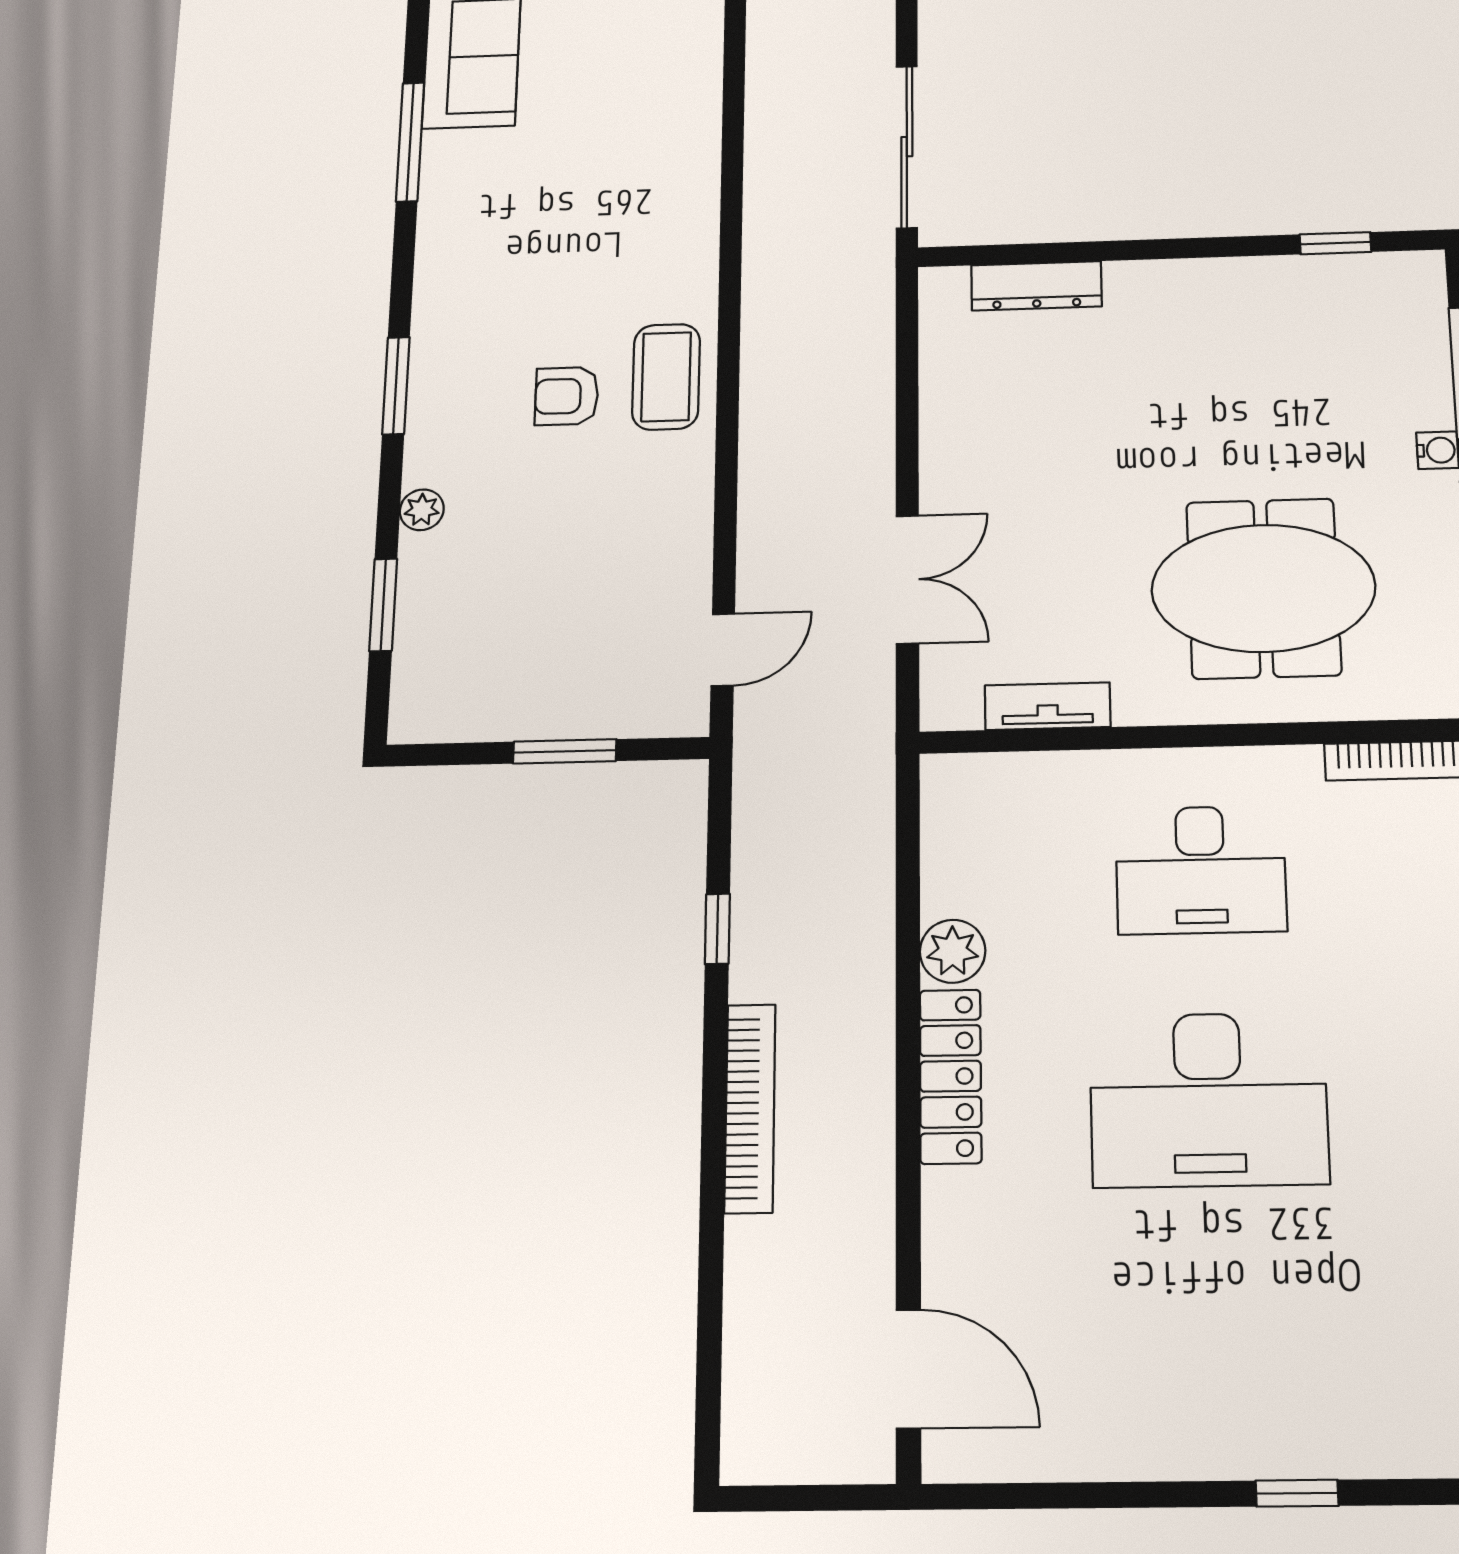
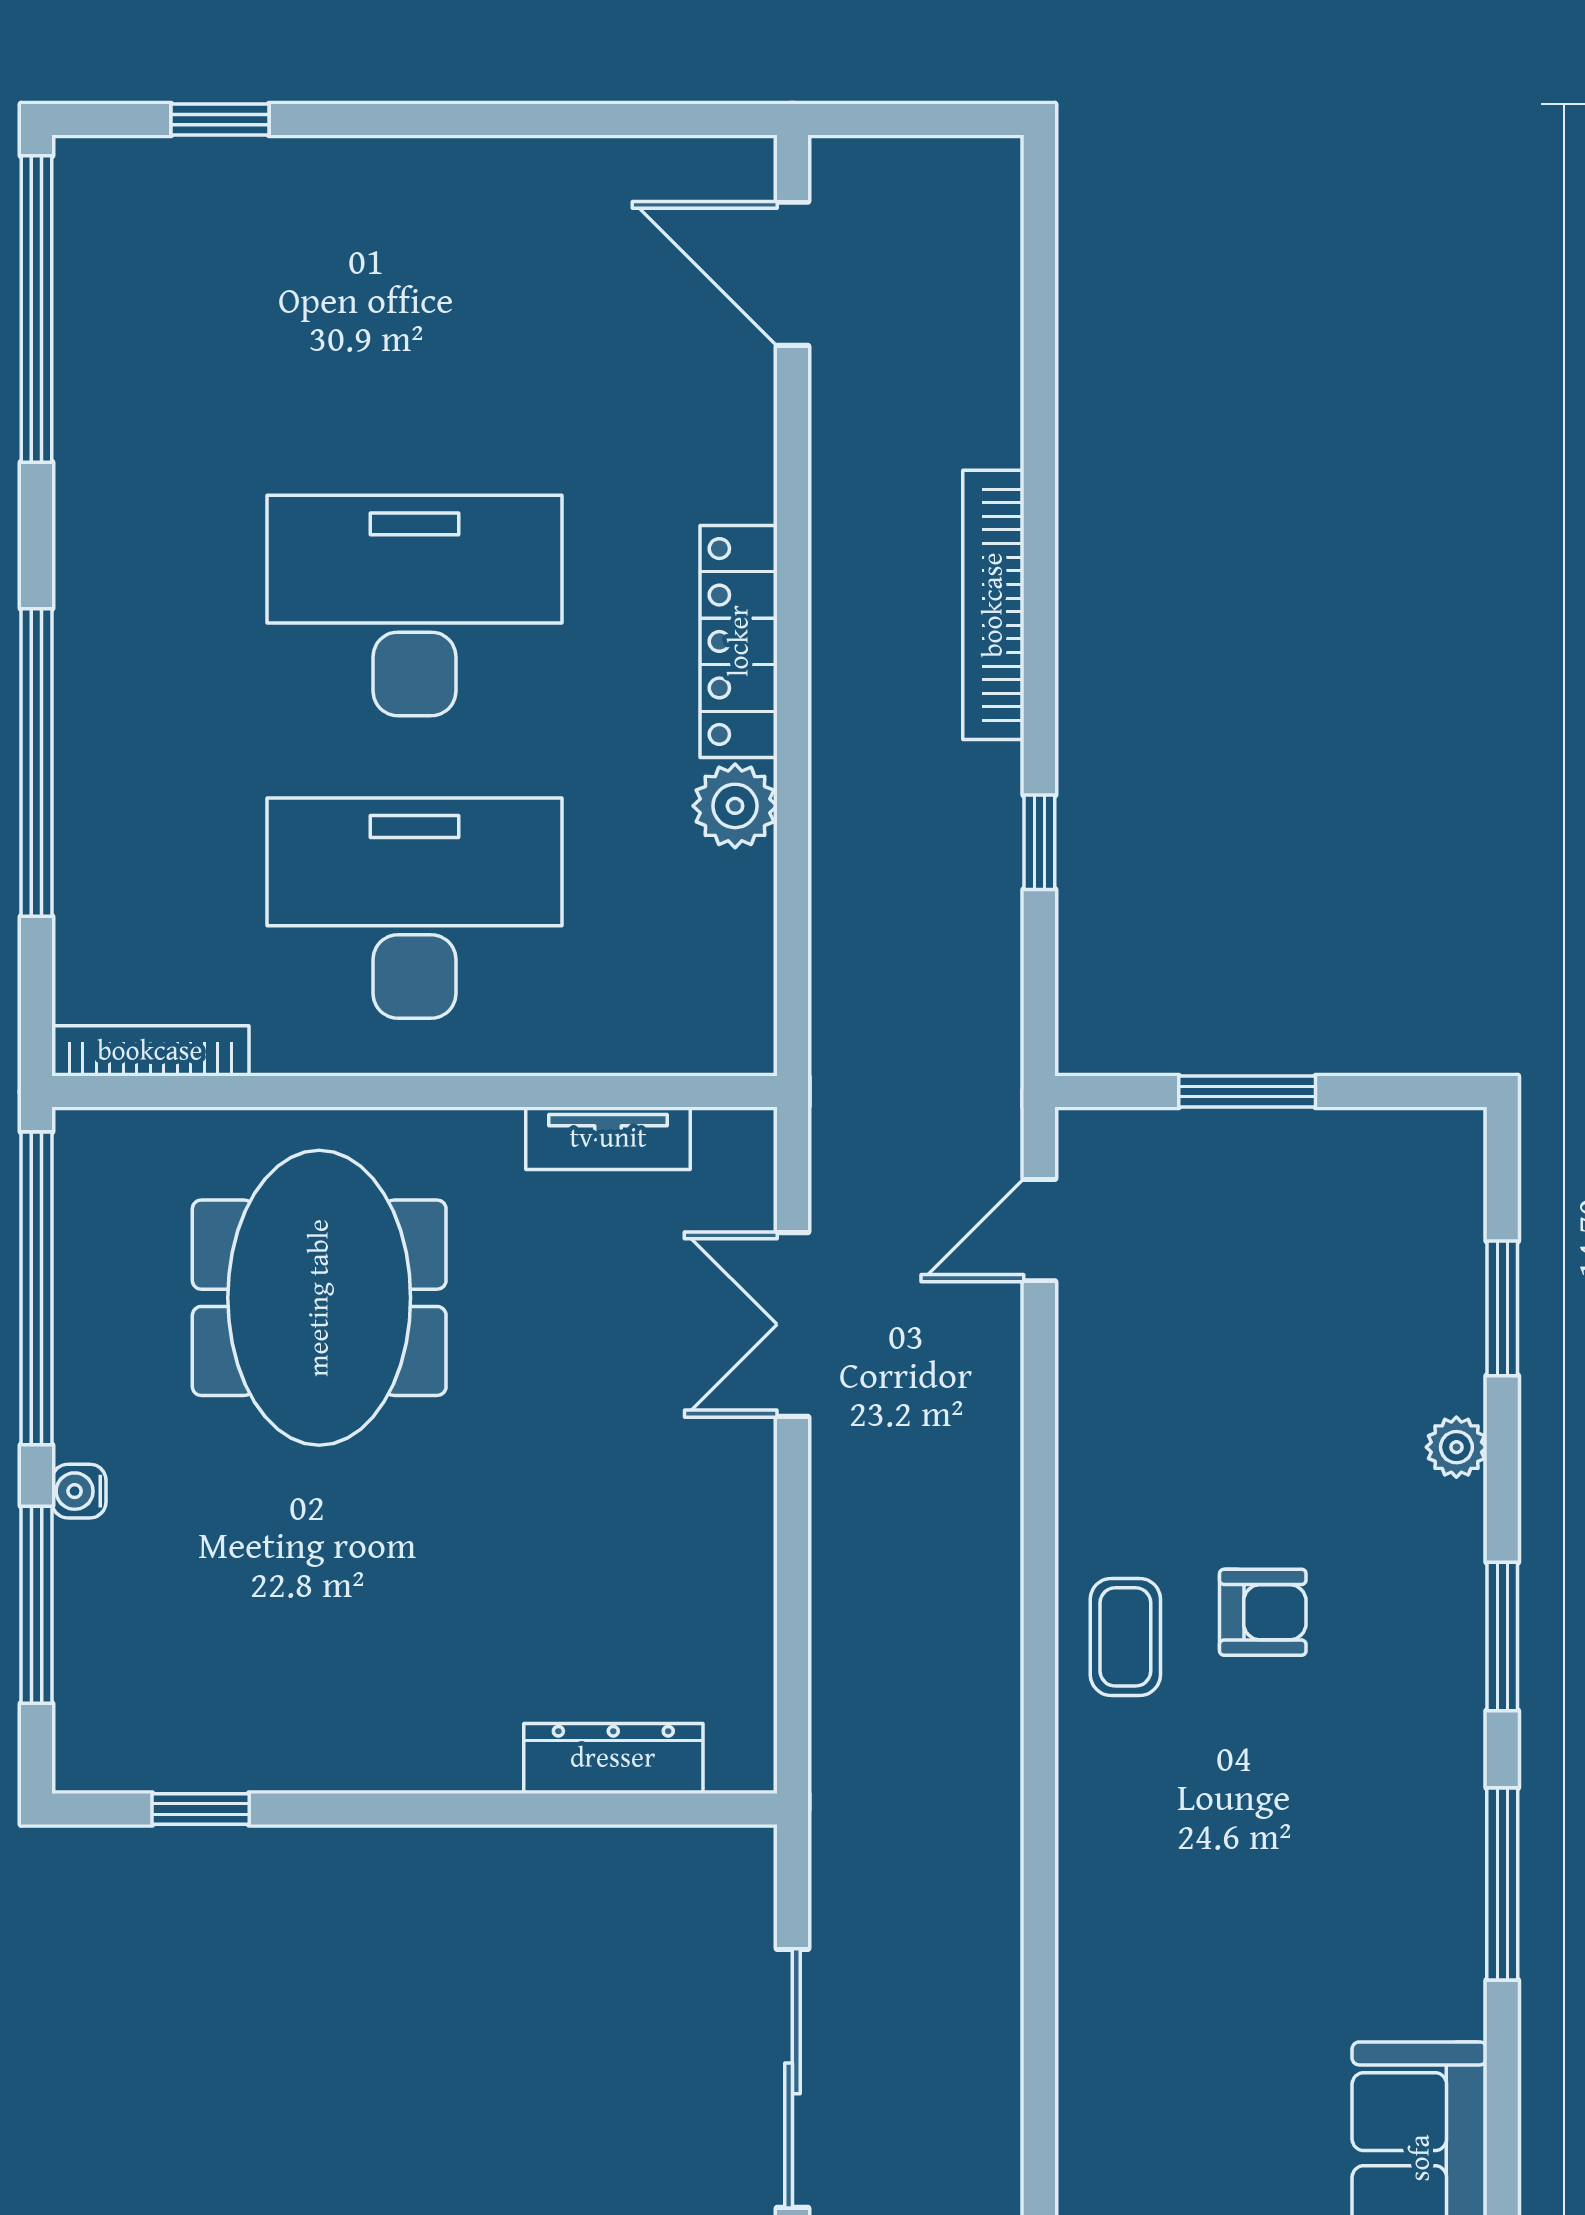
window: (410, 142) -> (1502, 1884), moved
sliding door: (907, 147) -> (792, 2078), moved
coffee table: (666, 377) -> (1125, 1637), width x0.73, depth x0.77
meeting table: (1263, 588) -> (319, 1298), turned 90
desk: (1201, 870) -> (414, 908), width x1.36, depth x1.30
window: (1297, 1493) -> (220, 120), moved

